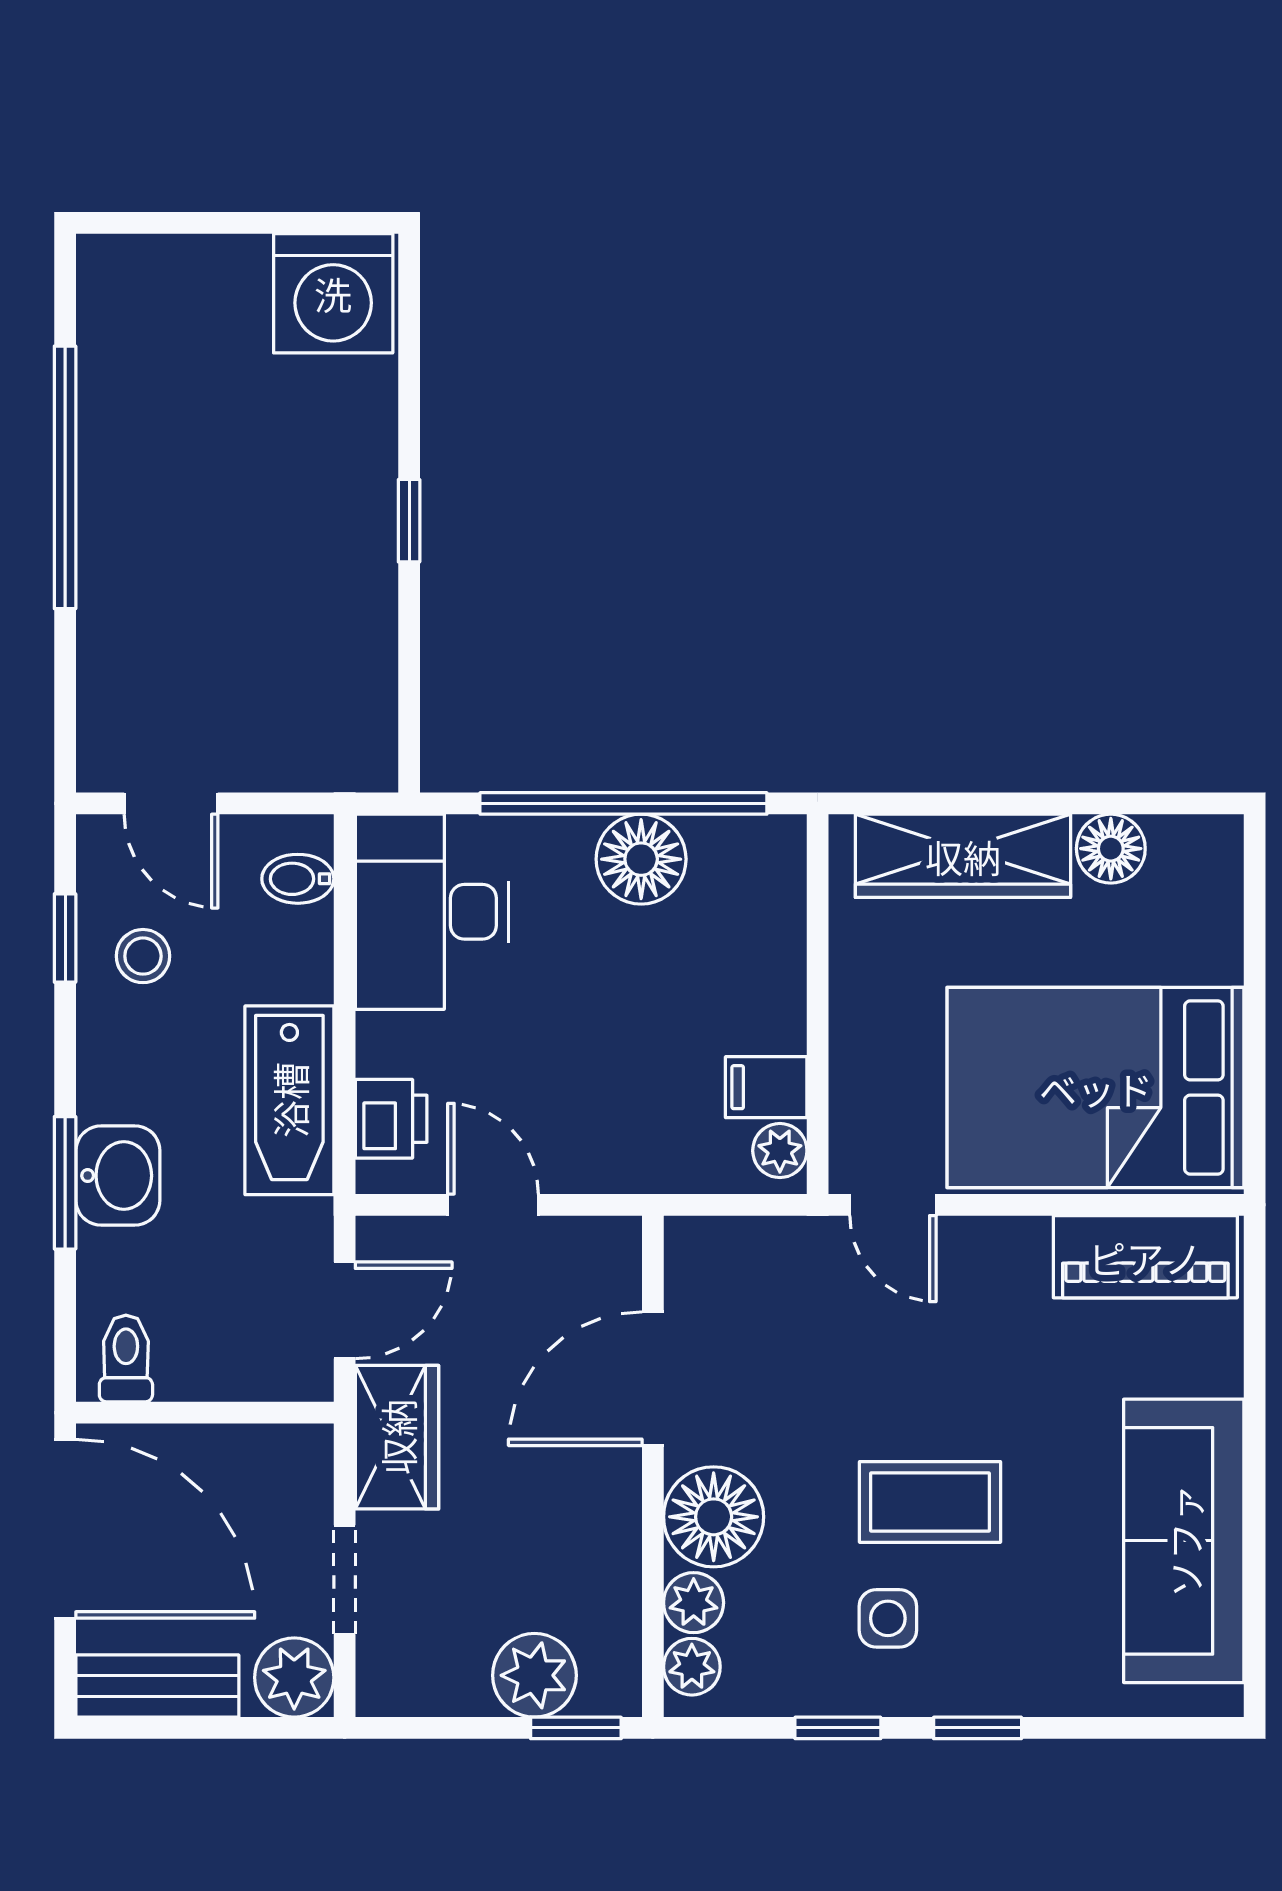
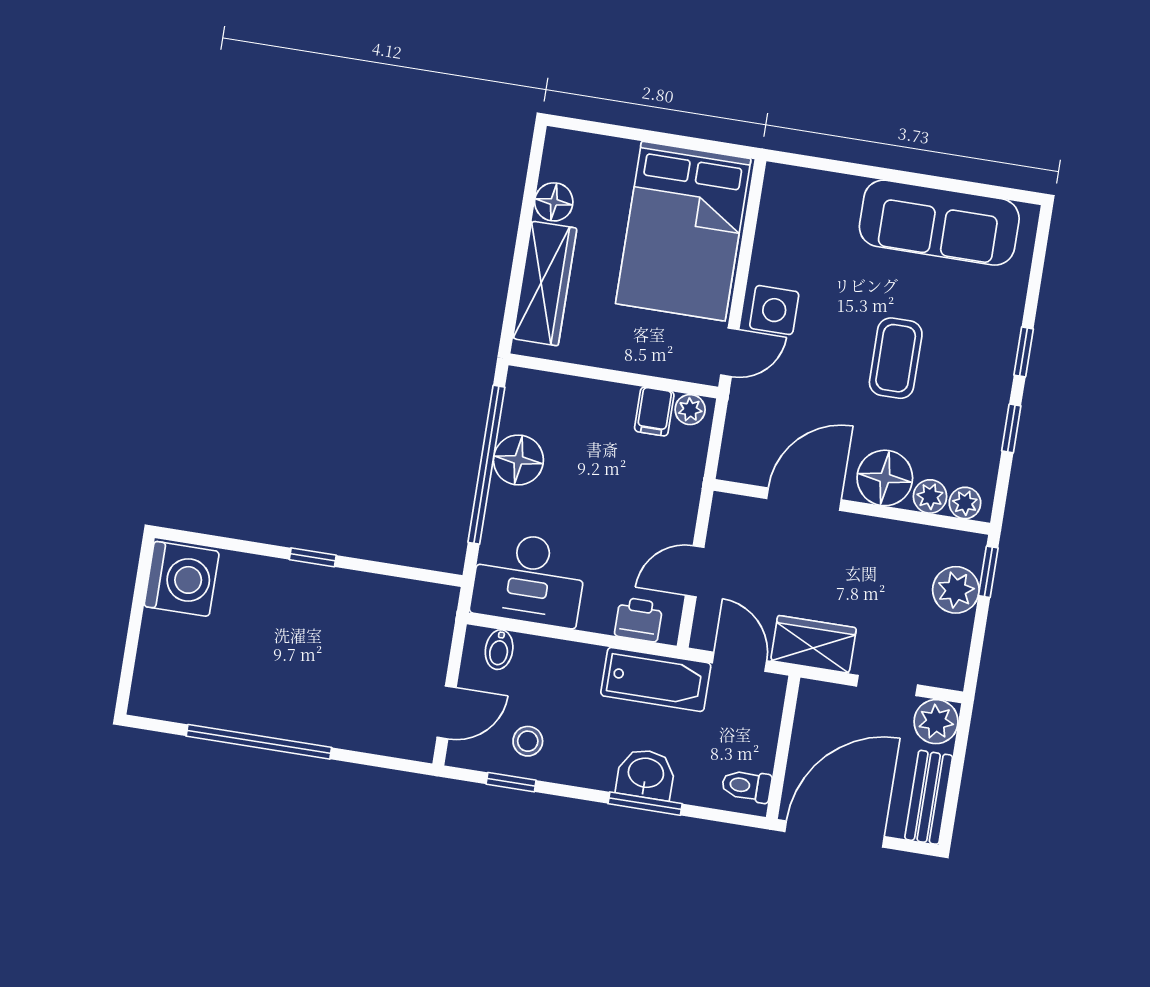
bathtub: (289, 1100) -> (656, 679), moved
piano: (1145, 1257) -> (780, 219), removed
door: (653, 1379) -> (804, 499), swing flipped
side table: (888, 1618) -> (774, 310), moved, width x1.37, depth x1.37

